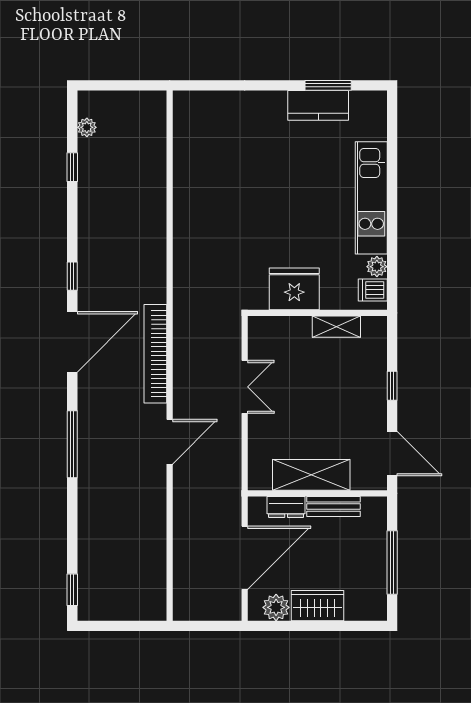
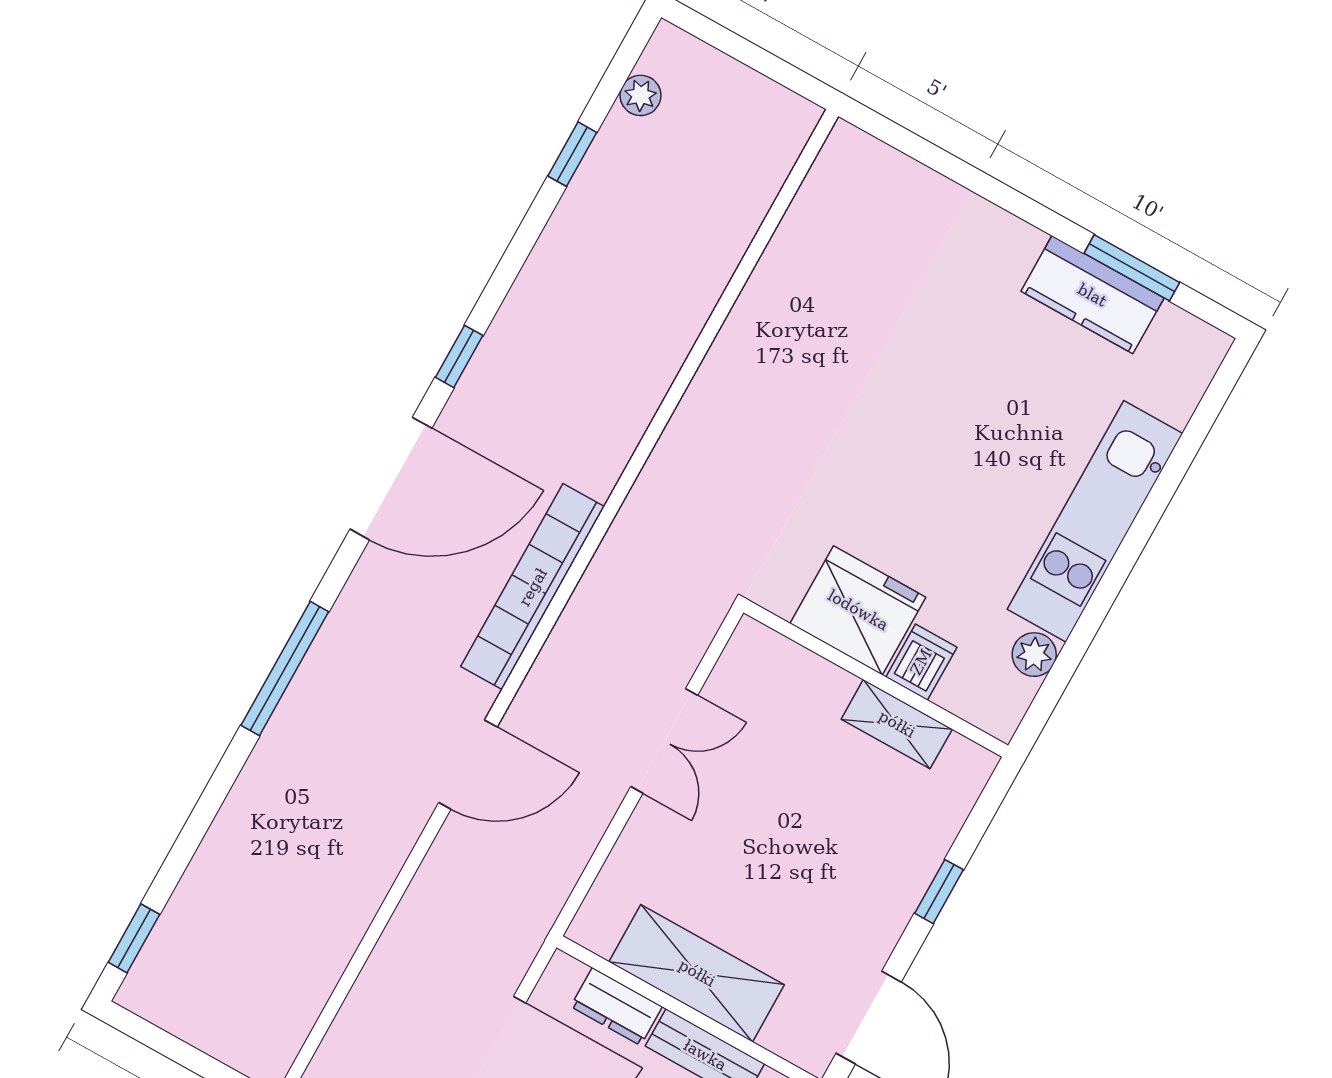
dishwasher: (373, 290) -> (921, 662), moved, turned 90

